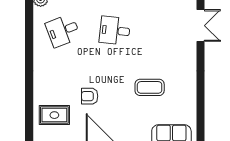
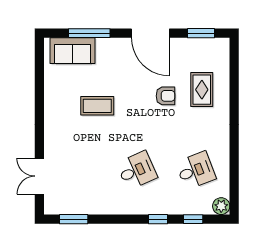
desk: (115, 31) -> (137, 170), turned -30
rug: (54, 115) -> (202, 90), moved, turned 90

